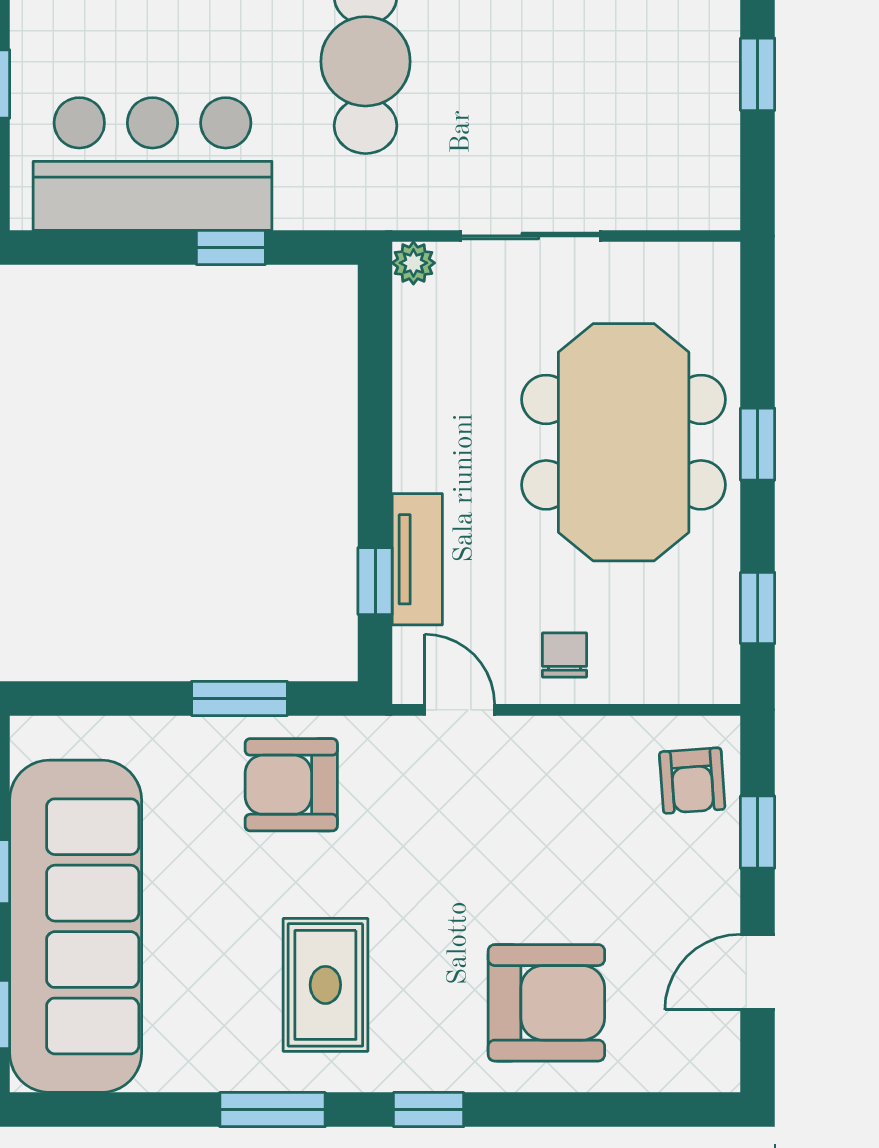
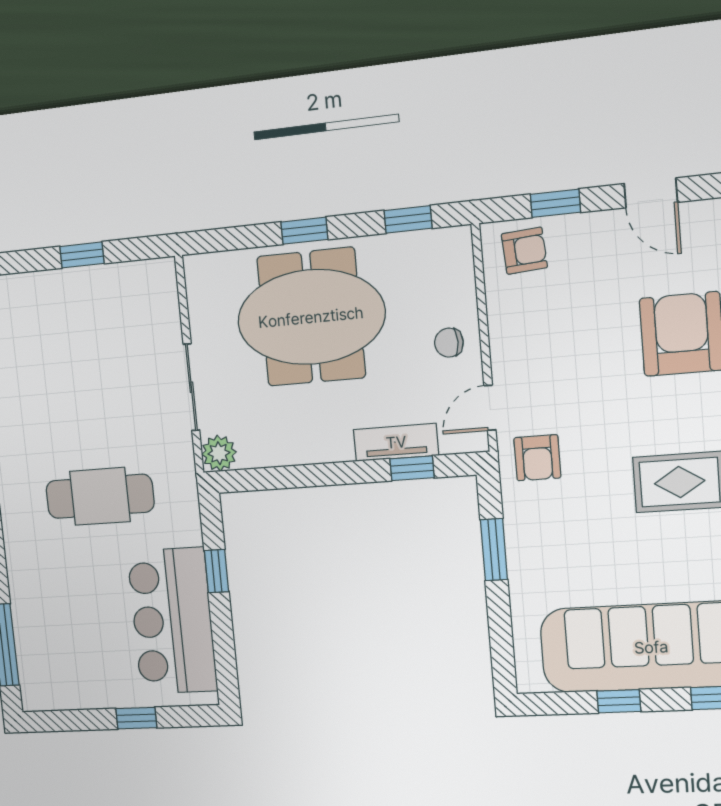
plant: (413, 263) -> (219, 453), width x1.38, depth x1.38
armchair: (291, 785) -> (537, 458), moved, width x0.72, depth x0.72

